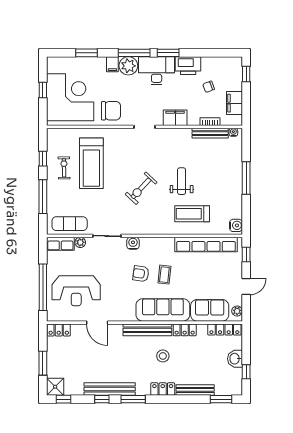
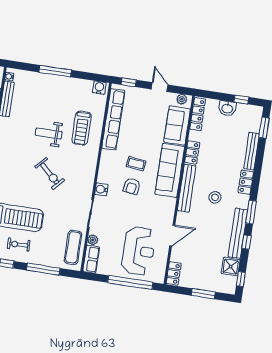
stool: (163, 356) -> (215, 197), moved
shower: (55, 387) -> (231, 267), moved

